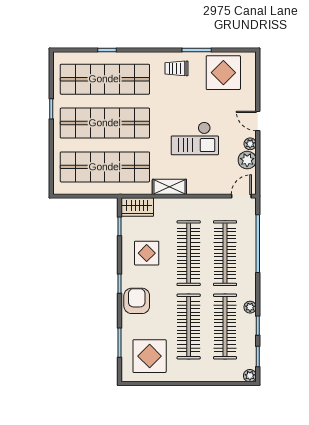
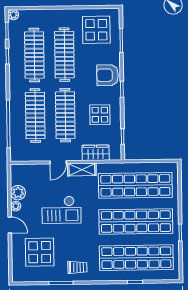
display table: (223, 73) -> (40, 252), moved
checkout: (195, 138) -> (61, 210), turned 180
door: (241, 196) -> (58, 162), moved
wardrobe: (137, 207) -> (96, 153), moved
armchair: (137, 301) -> (108, 75), turned 90
plant: (250, 307) -> (14, 71), removed

